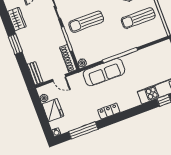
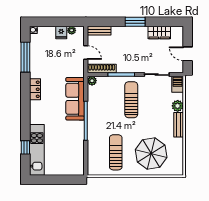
door: (59, 78) -> (86, 52), swing flipped
fridge: (53, 110) -> (61, 32), width x0.53, depth x0.75

